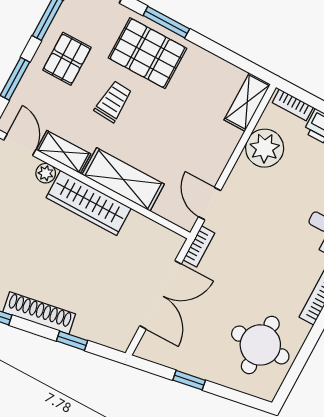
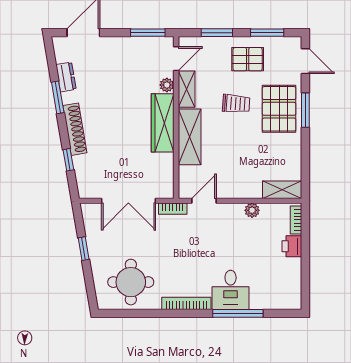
plant: (265, 148) -> (252, 210), width x0.53, depth x0.53

